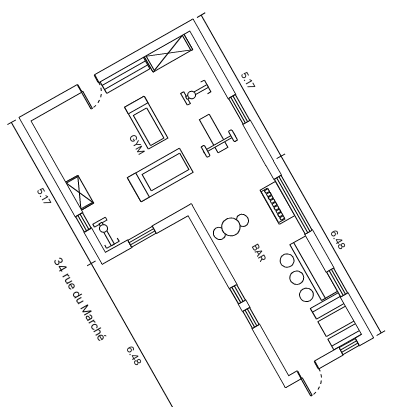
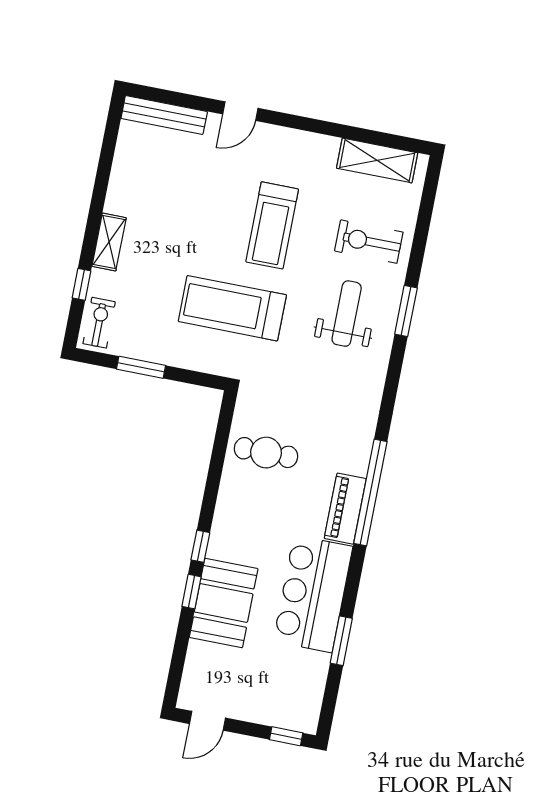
bench: (125, 75) -> (164, 115), moved
exercise bike: (196, 93) -> (369, 242), width x1.38, depth x1.39
treadmill: (160, 175) -> (232, 308), turned 180
piano: (277, 203) -> (345, 509), moved
booth: (336, 321) -> (224, 603), moved

